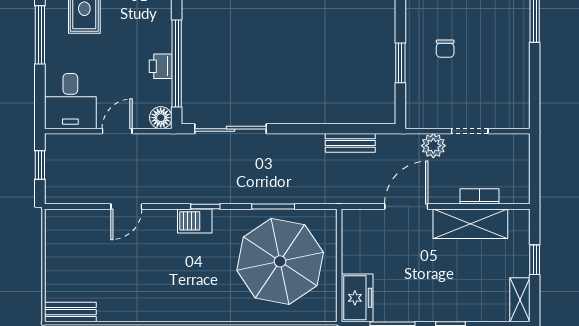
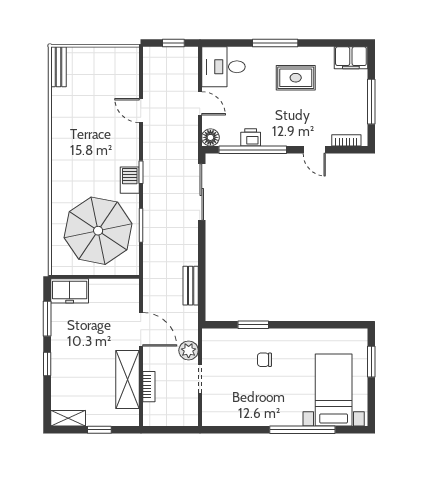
barbecue: (195, 221) -> (130, 180), moved

